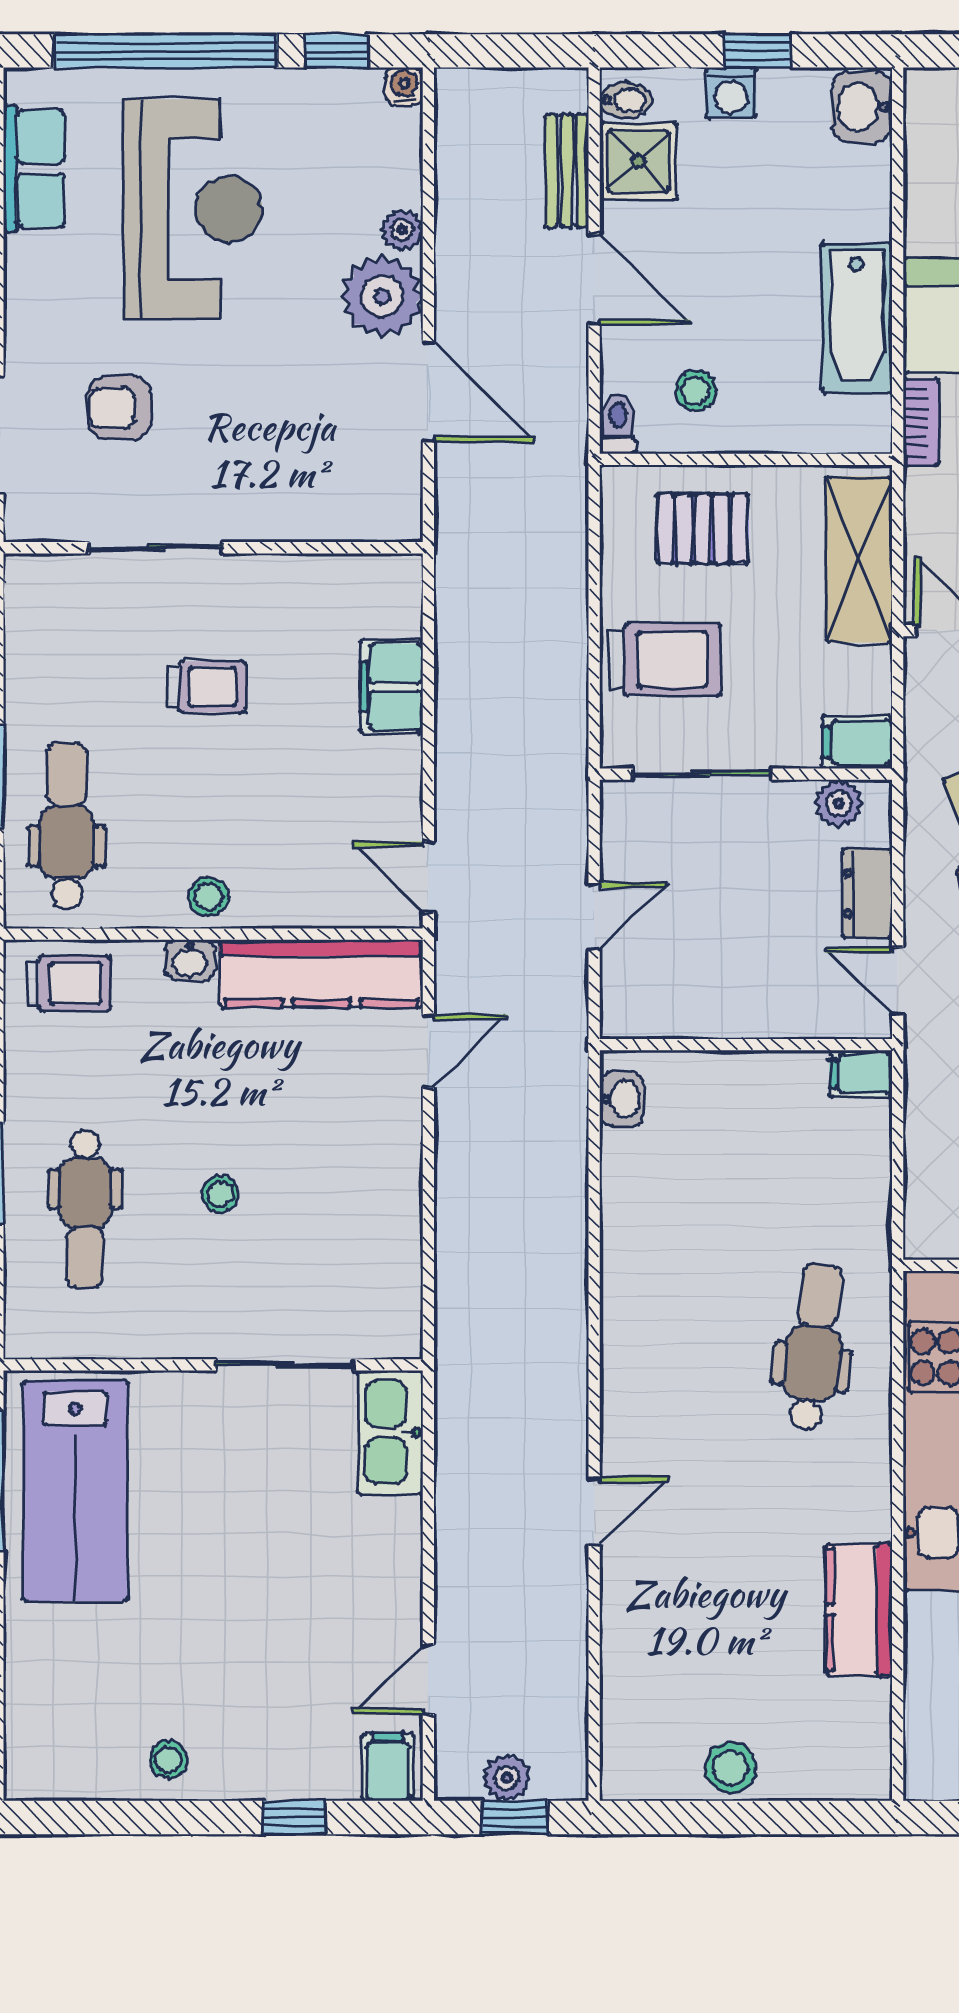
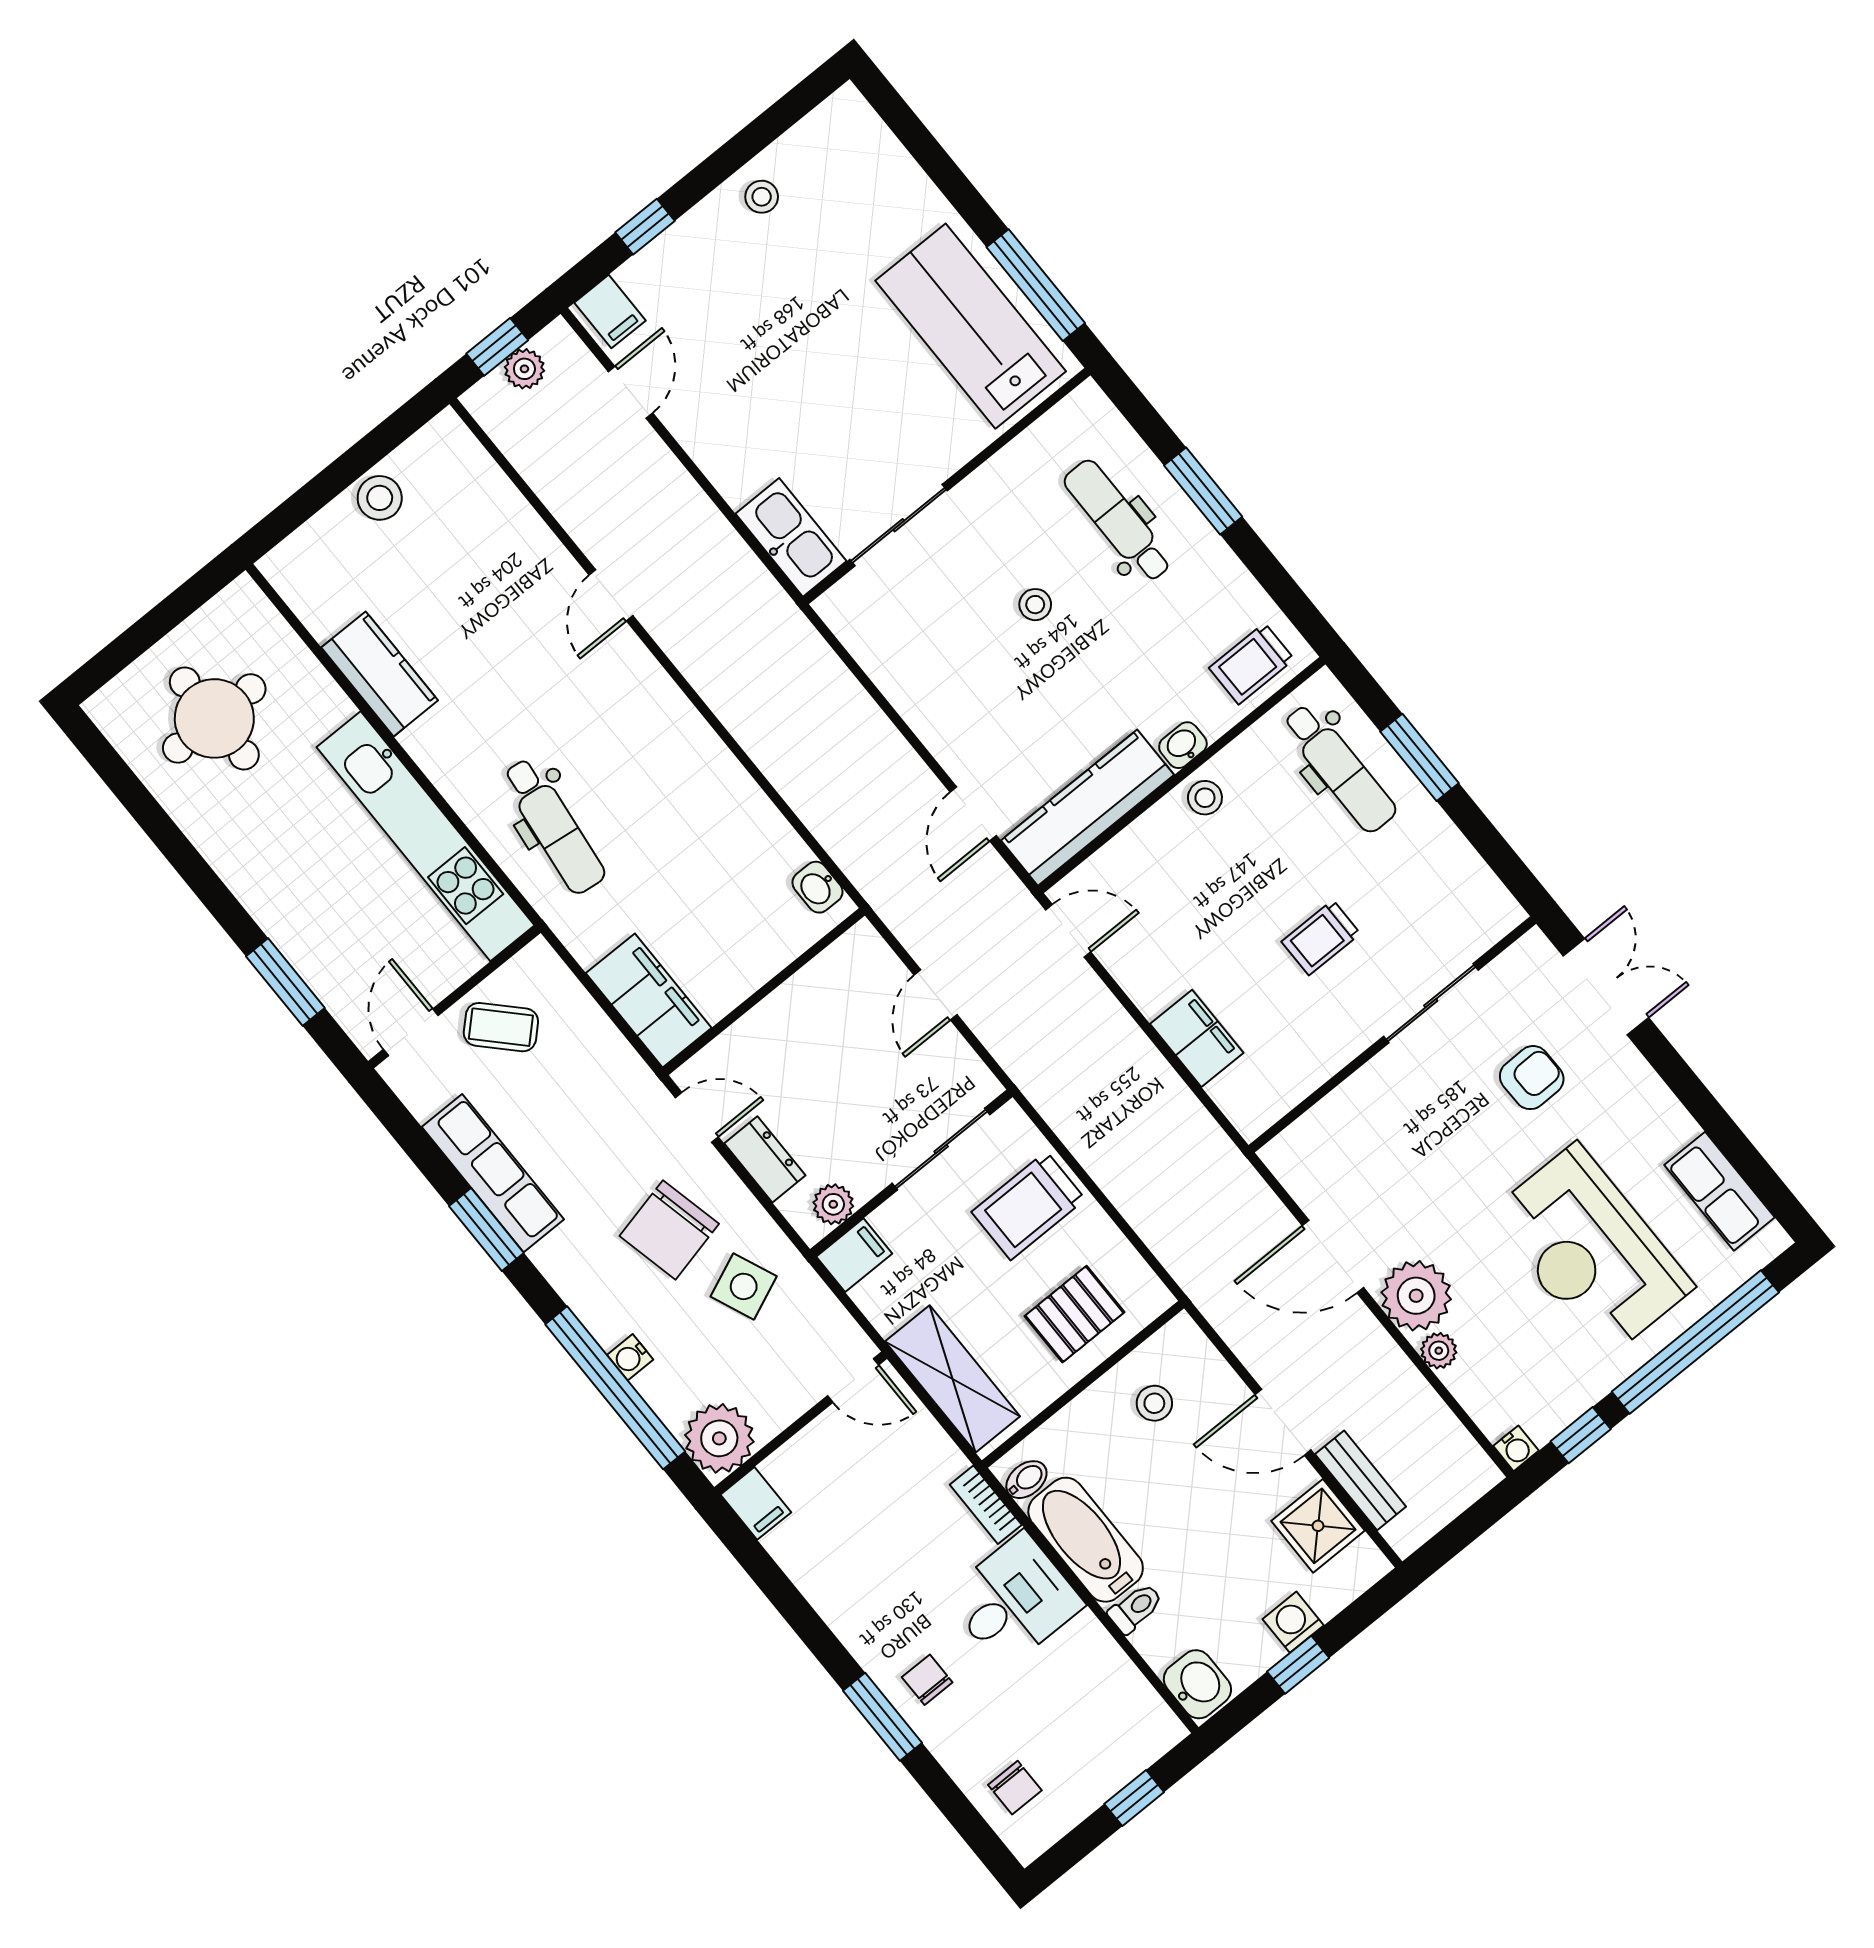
bidet: (626, 100) -> (1026, 1480), moved, turned 180
toilet: (618, 424) -> (1135, 1608), moved, turned -90
filing cabinet: (861, 1074) -> (649, 1000), width x3.00, depth x1.17

